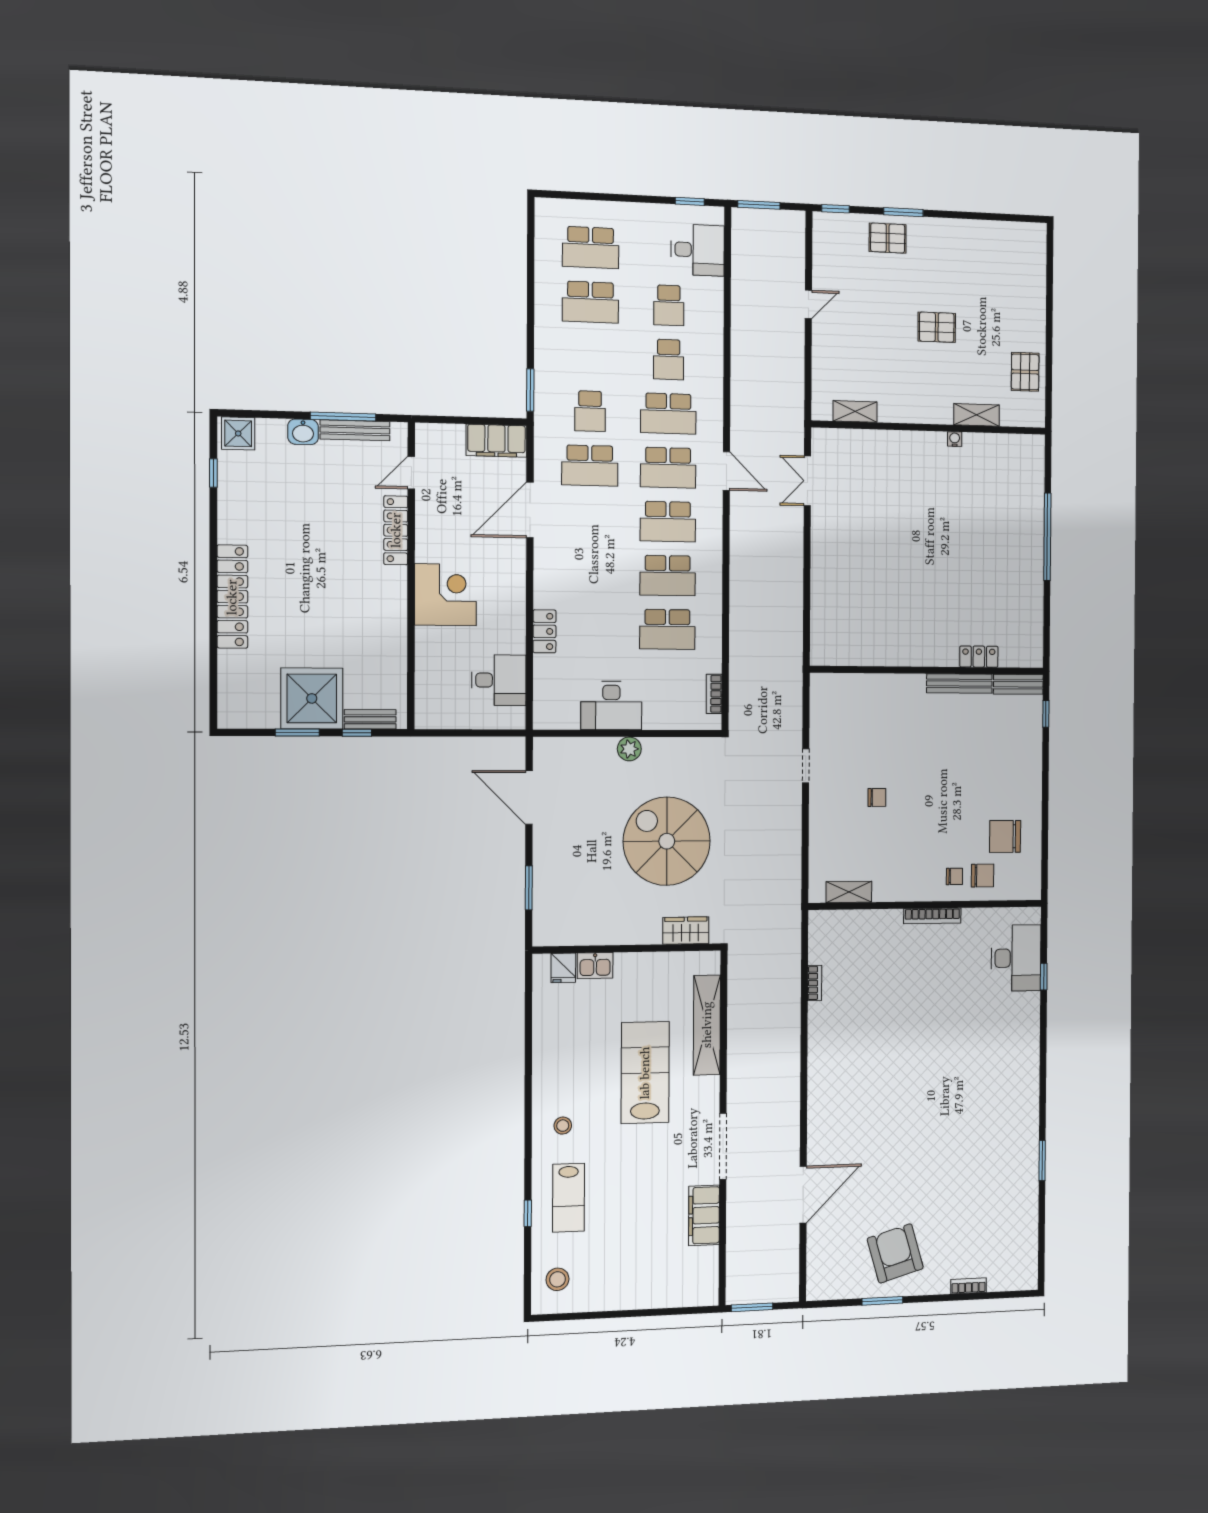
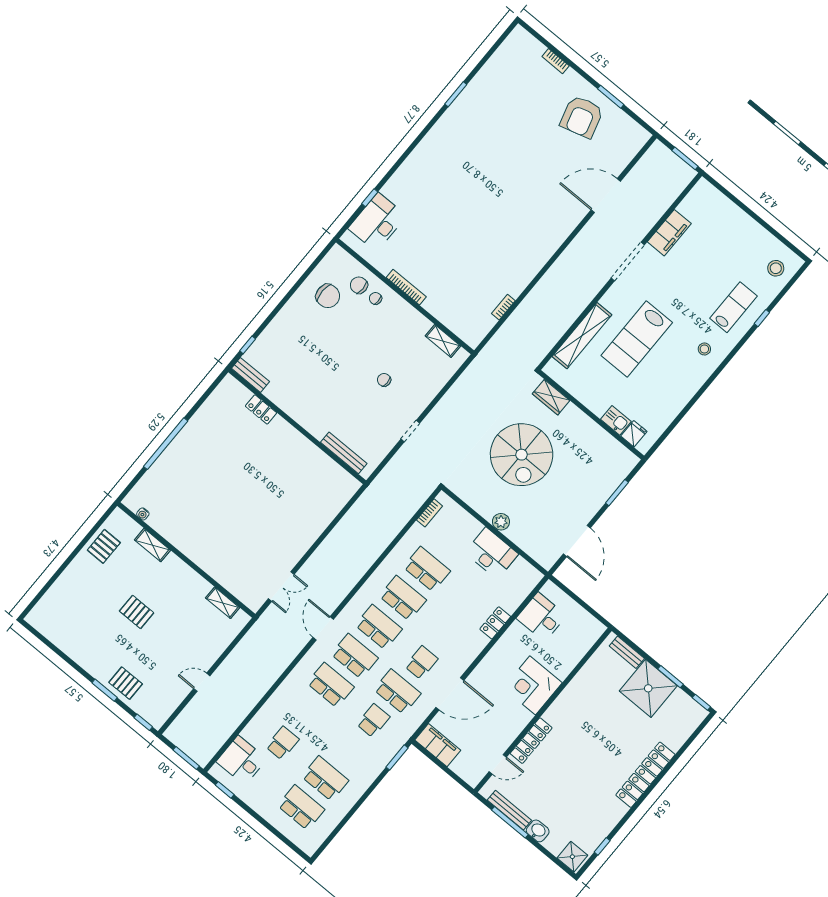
school desk: (669, 359) -> (421, 663), moved
water cooler: (955, 439) -> (143, 514), moved
bench: (959, 683) -> (344, 453), moved
window: (357, 733) -> (701, 702), moved

